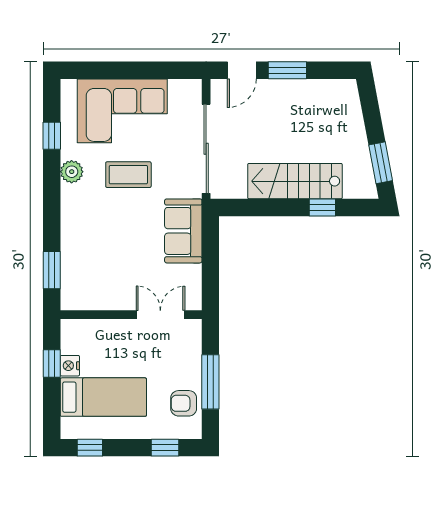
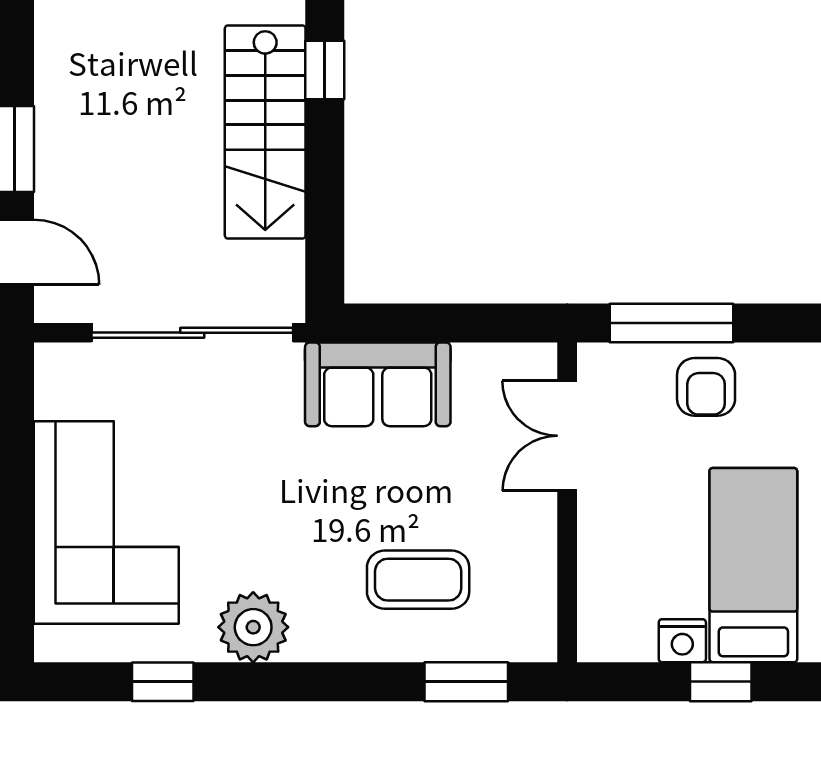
plant: (72, 172) -> (253, 627), width x1.36, depth x1.36
coffee table: (128, 175) -> (418, 580), moved, turned 90
window: (52, 363) -> (721, 682), moved
window: (210, 382) -> (671, 323), moved
armchair: (184, 403) -> (706, 387), moved

